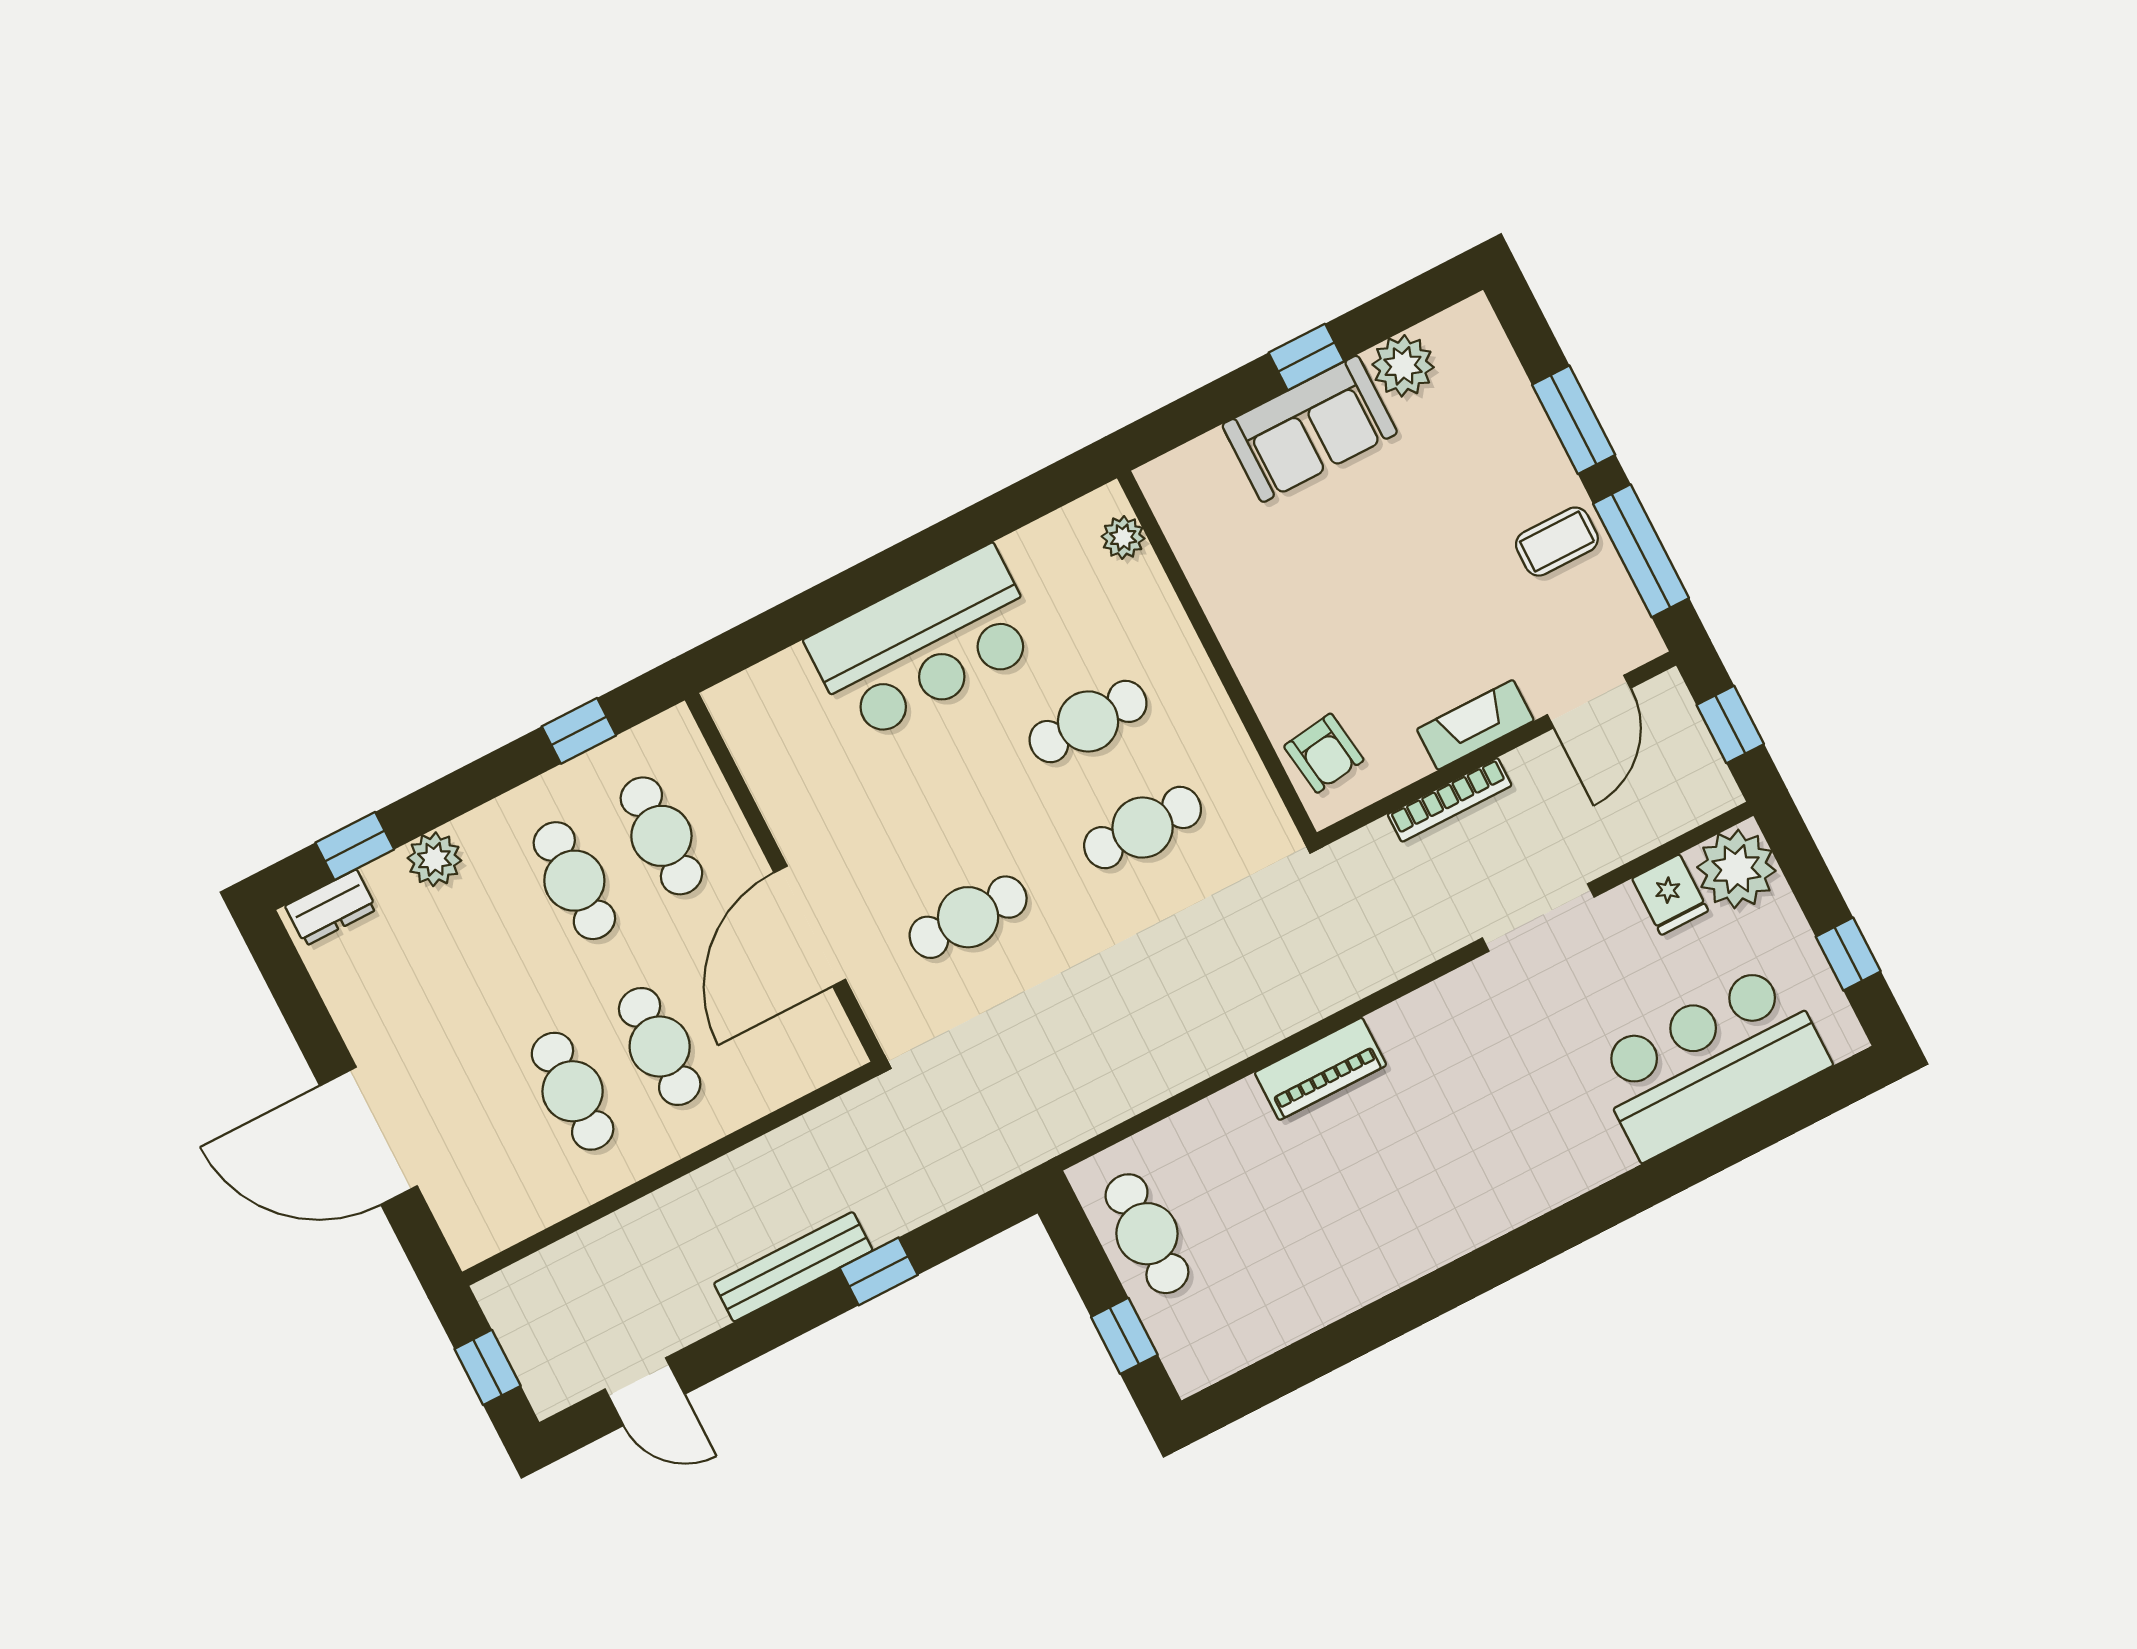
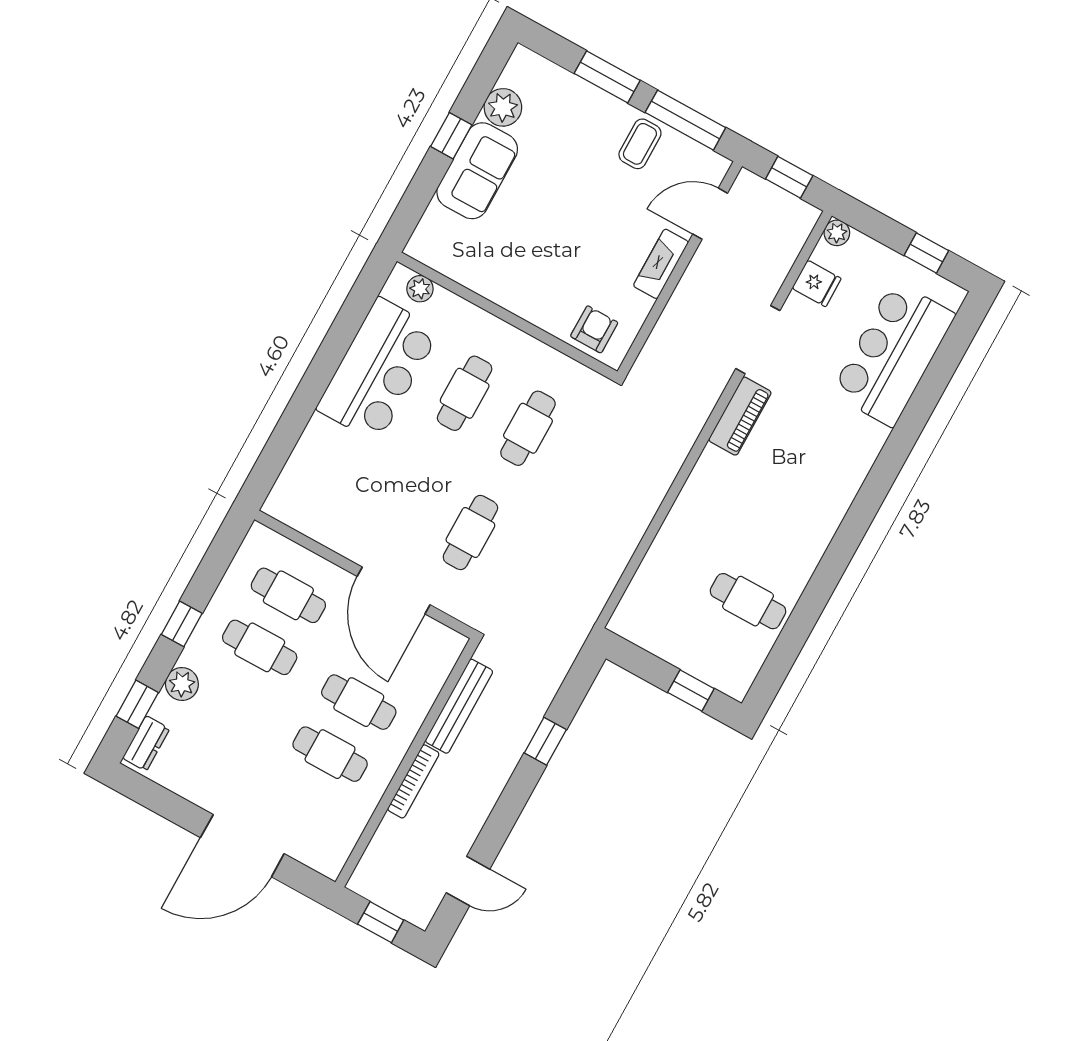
bar counter: (925, 644) -> (378, 370), moved
door: (1589, 702) -> (710, 214), swing flipped
window: (579, 731) -> (182, 624), moved
armchair: (1324, 753) -> (594, 329), turned -82
bookcase: (1450, 800) -> (413, 781), moved
plant: (1736, 869) -> (837, 233), width x0.53, depth x0.53
piano: (1320, 1069) -> (740, 416), moved
cafe table: (1147, 1234) -> (748, 601), moved
bench: (793, 1267) -> (459, 706), moved

